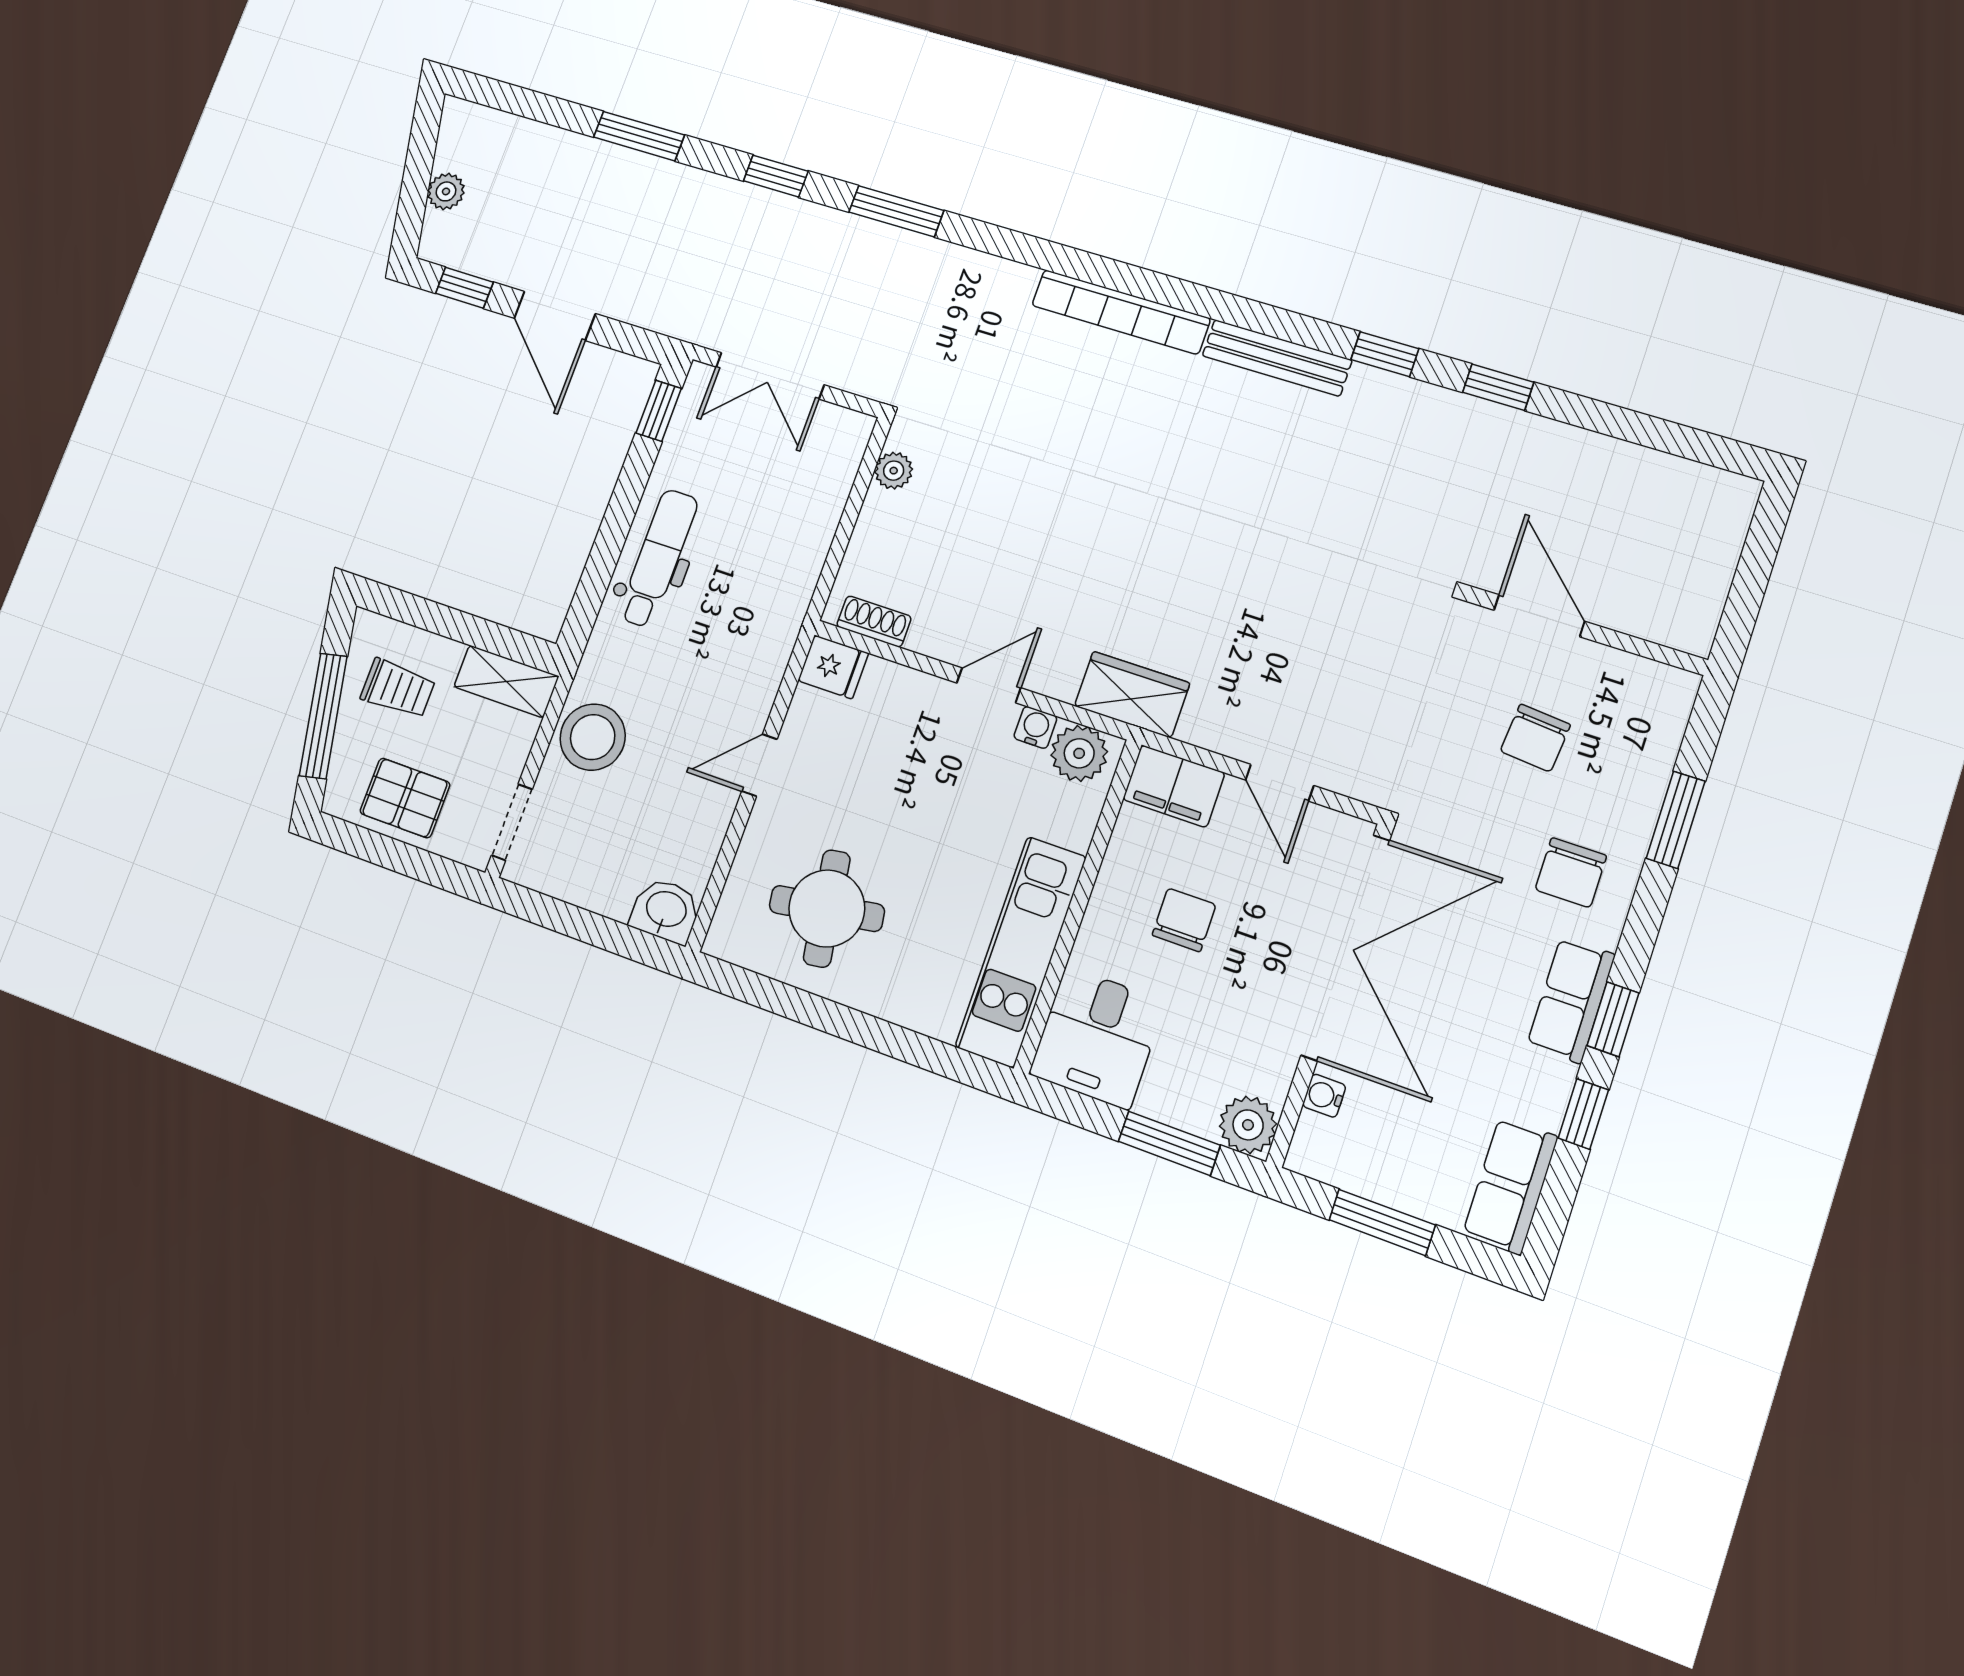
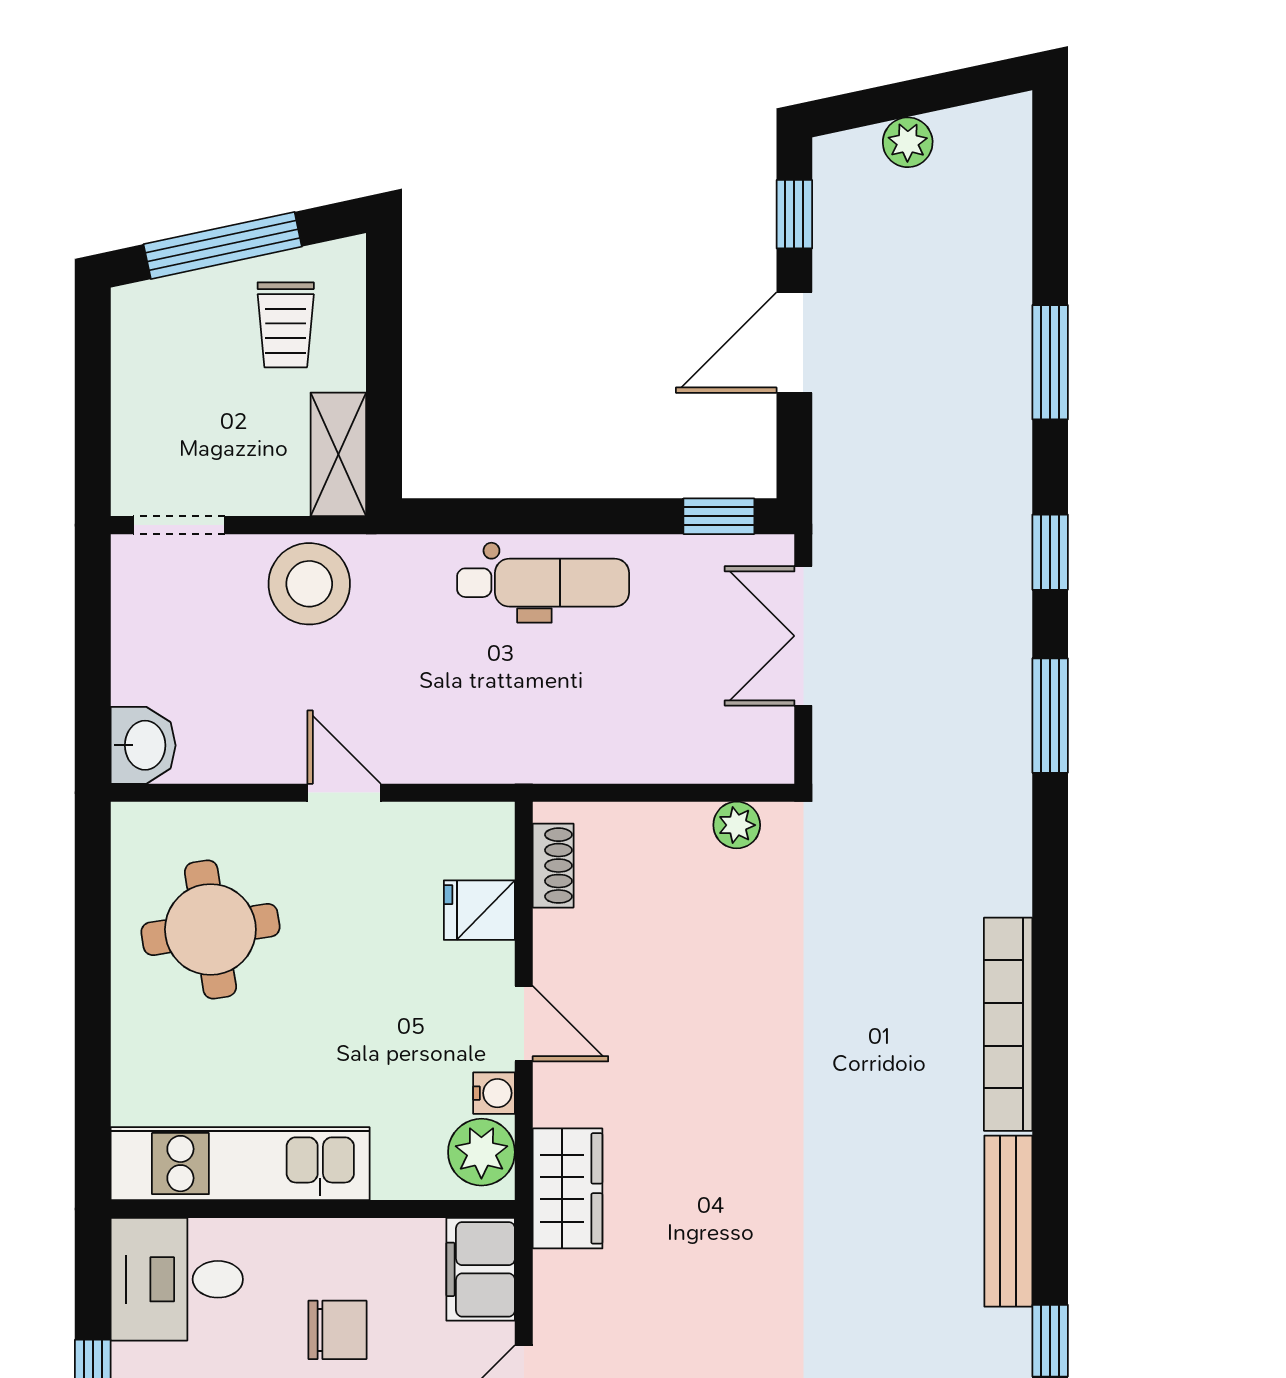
fridge: (833, 667) -> (479, 910), moved, turned 90
pallet: (405, 798) -> (162, 385), removed

